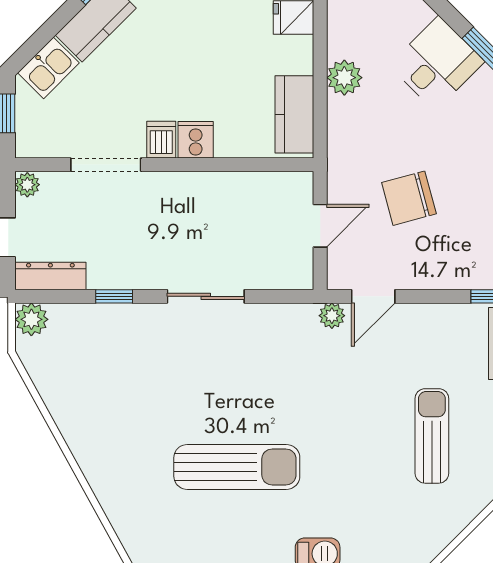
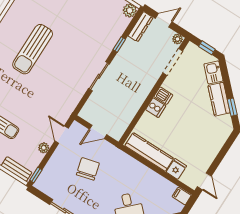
plant: (344, 78) -> (144, 173), removed
kitchen counter: (294, 114) -> (149, 152), width x1.50
doorway: (106, 165) -> (173, 62), moved
door: (320, 226) -> (98, 132), hinge flipped
plant: (332, 316) -> (44, 148), moved

